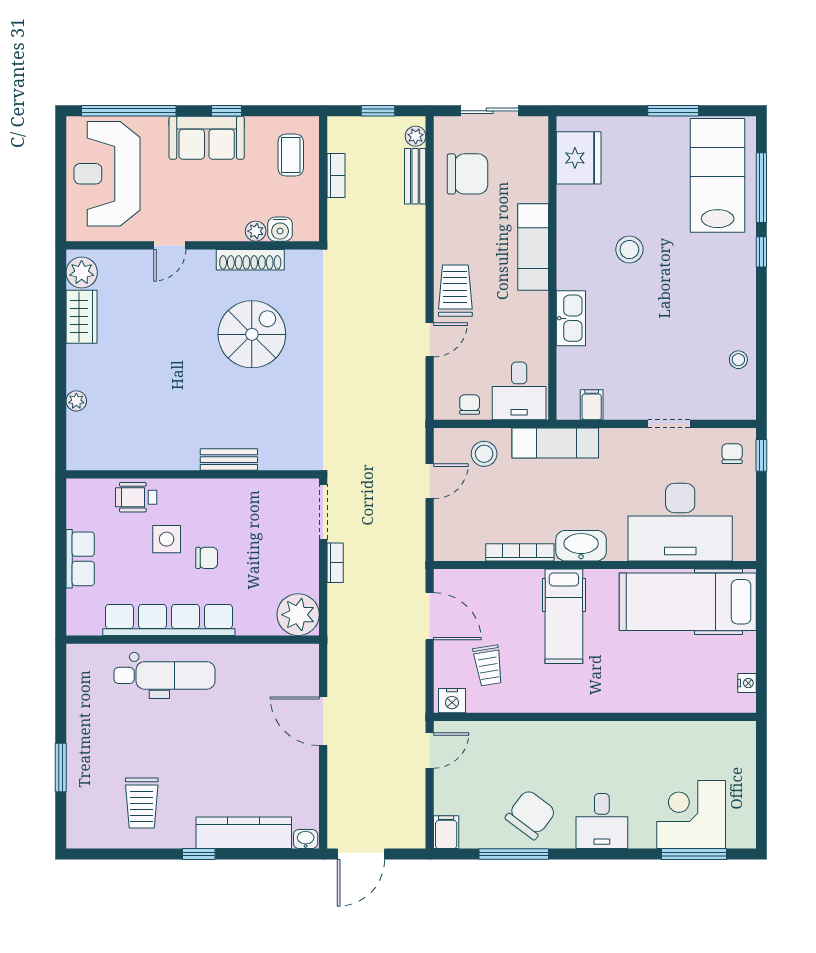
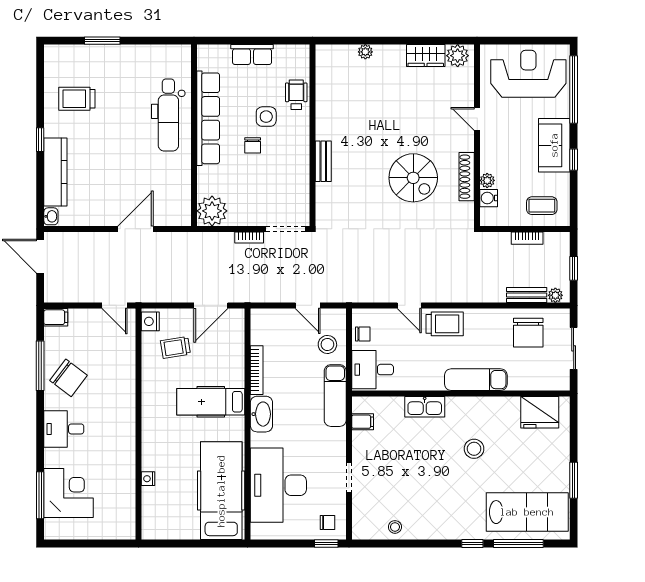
nightstand: (747, 683) -> (148, 479), moved, turned 90

